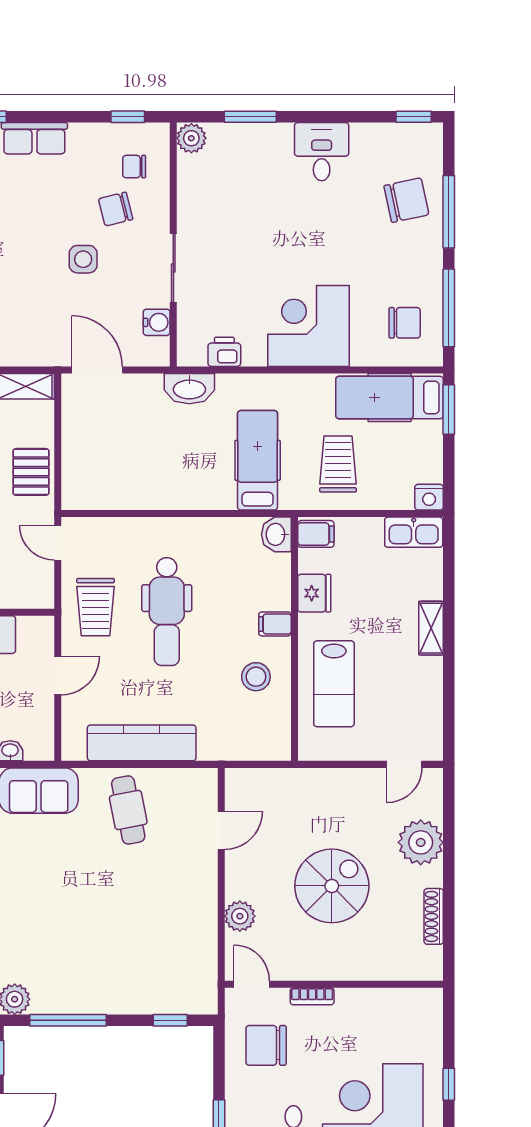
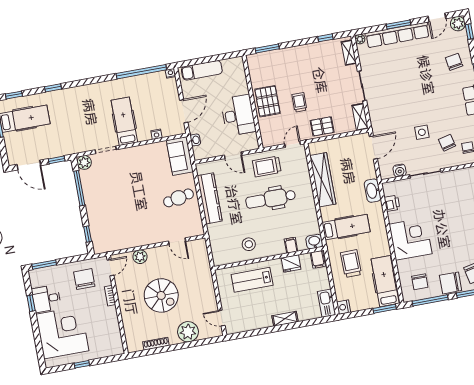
chair: (419, 257) -> (451, 283), added
trolley: (338, 464) -> (351, 264), turned -91
wardrobe: (146, 492) -> (323, 180), added
filing cabinet: (275, 624) -> (291, 245), moved

